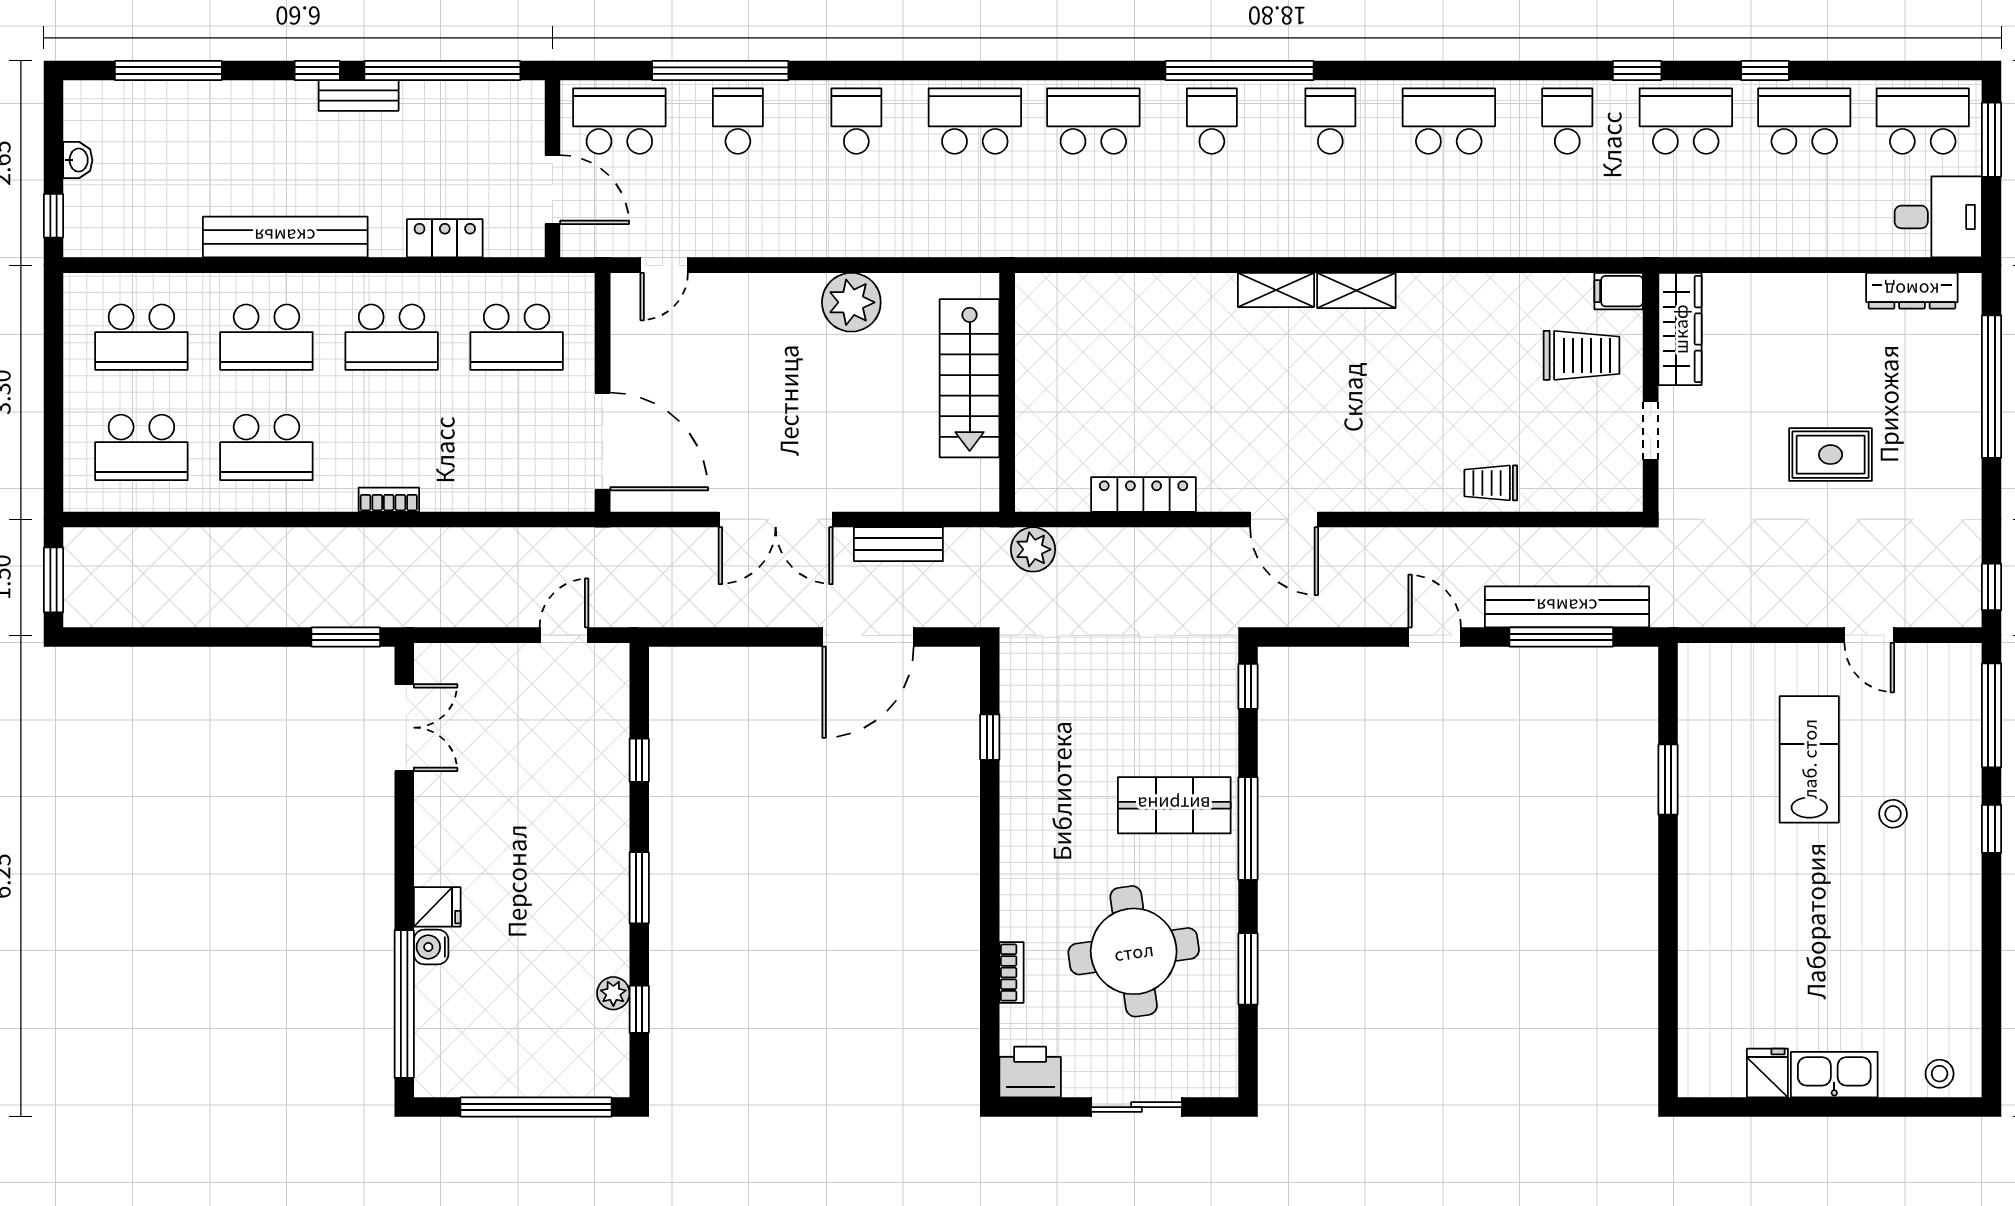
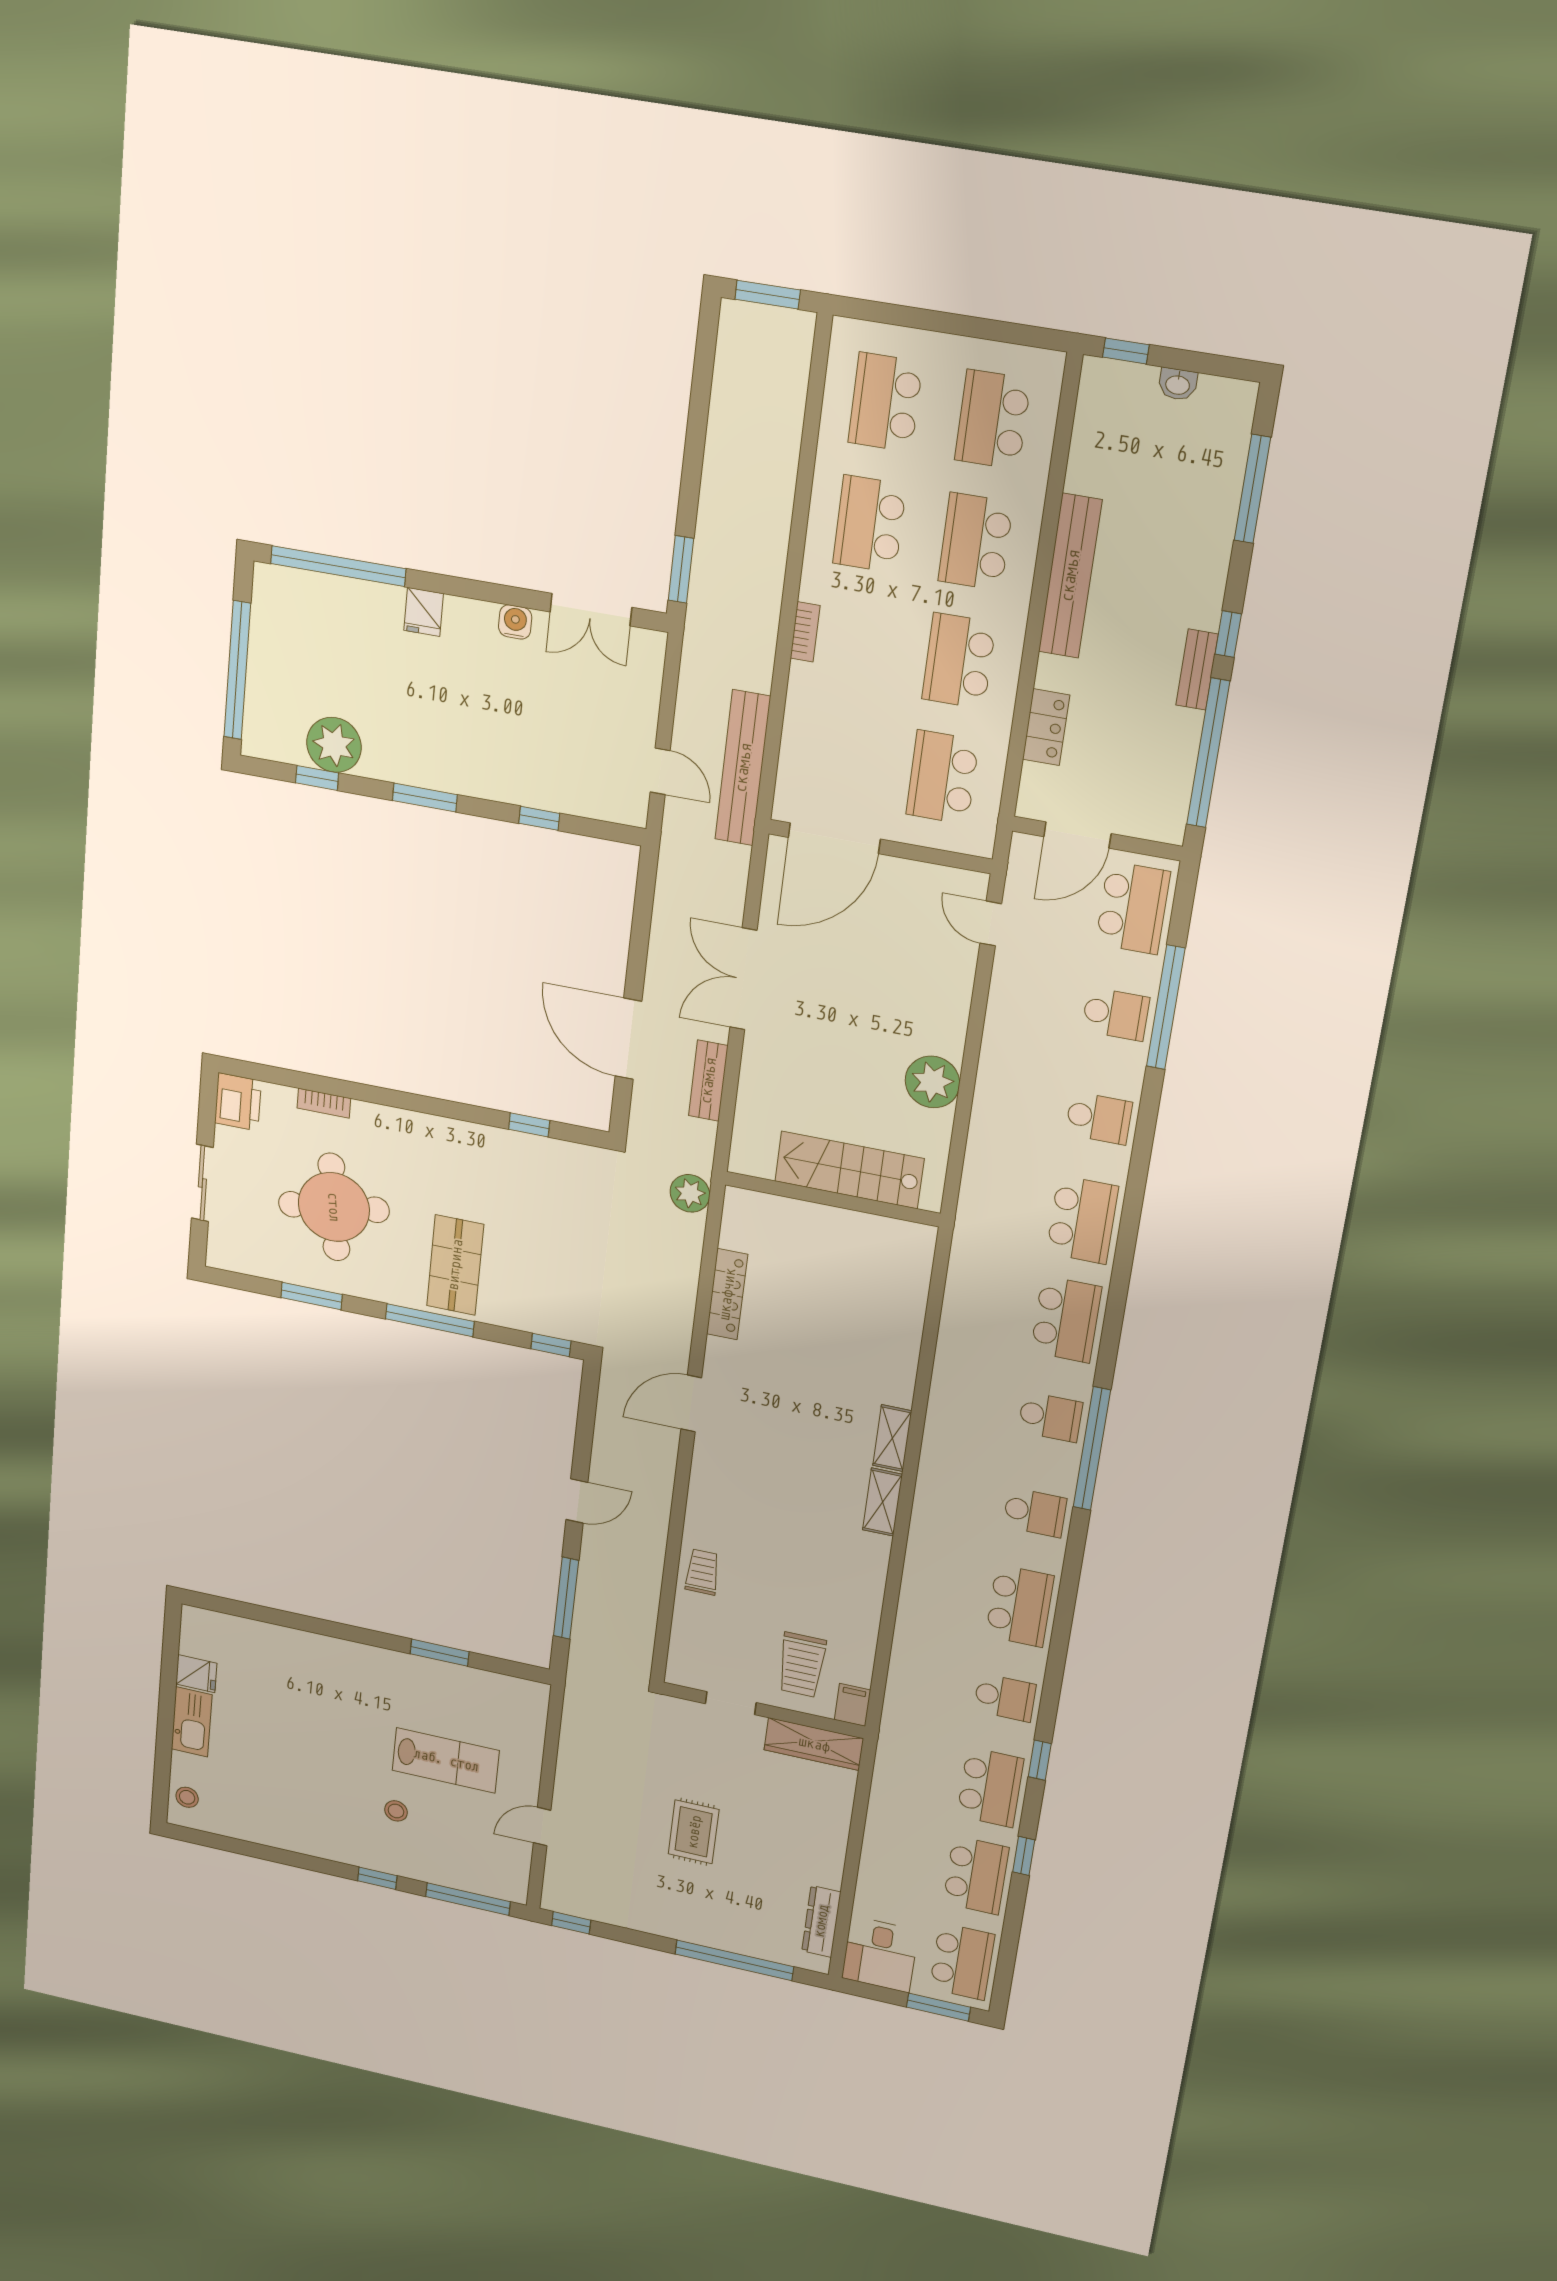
bench: (1567, 607) -> (743, 768), moved
water cooler: (431, 947) -> (515, 622), moved
plant: (613, 993) -> (334, 745), width x1.87, depth x1.87

